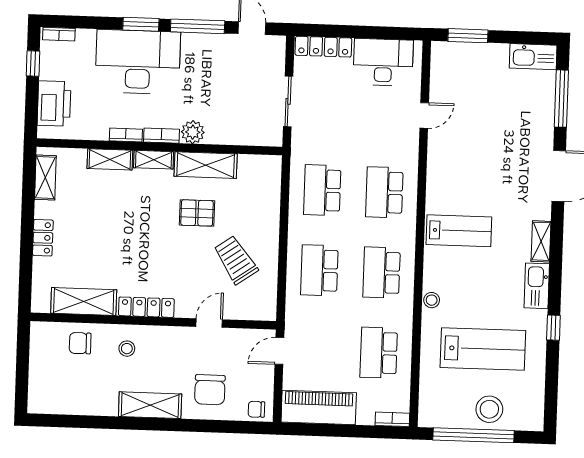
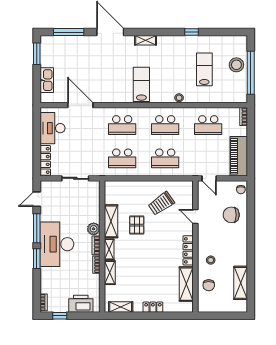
window: (468, 36) -> (37, 54), moved
kitchen sink: (533, 57) -> (47, 80), moved
desk: (138, 62) -> (57, 244), moved
door: (424, 115) -> (80, 105), width x1.88
kitchen sink: (537, 286) -> (169, 42), removed
lab bench: (483, 349) -> (204, 69), width x0.73, depth x0.72
chair: (210, 390) -> (231, 215), turned 180
shelving: (150, 405) -> (241, 283), moved

